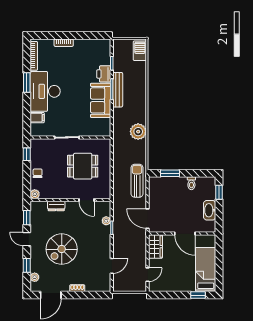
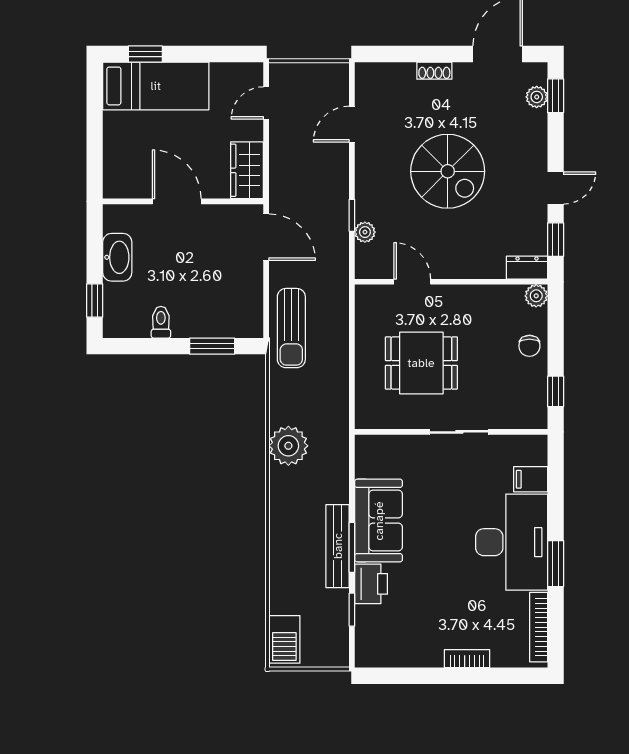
dresser: (56, 206) -> (527, 268), moved
door: (27, 239) -> (556, 188), hinge flipped
spiral stairs: (62, 249) -> (448, 171), moved, turned 90
window: (27, 265) -> (556, 96), moved
bed: (206, 270) -> (156, 86), moved, turned -90

